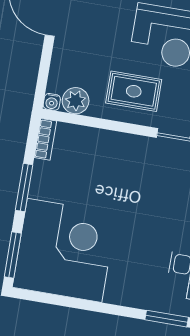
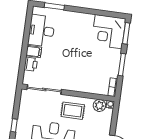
corner desk: (65, 250) -> (109, 32), width x0.74, depth x0.74

